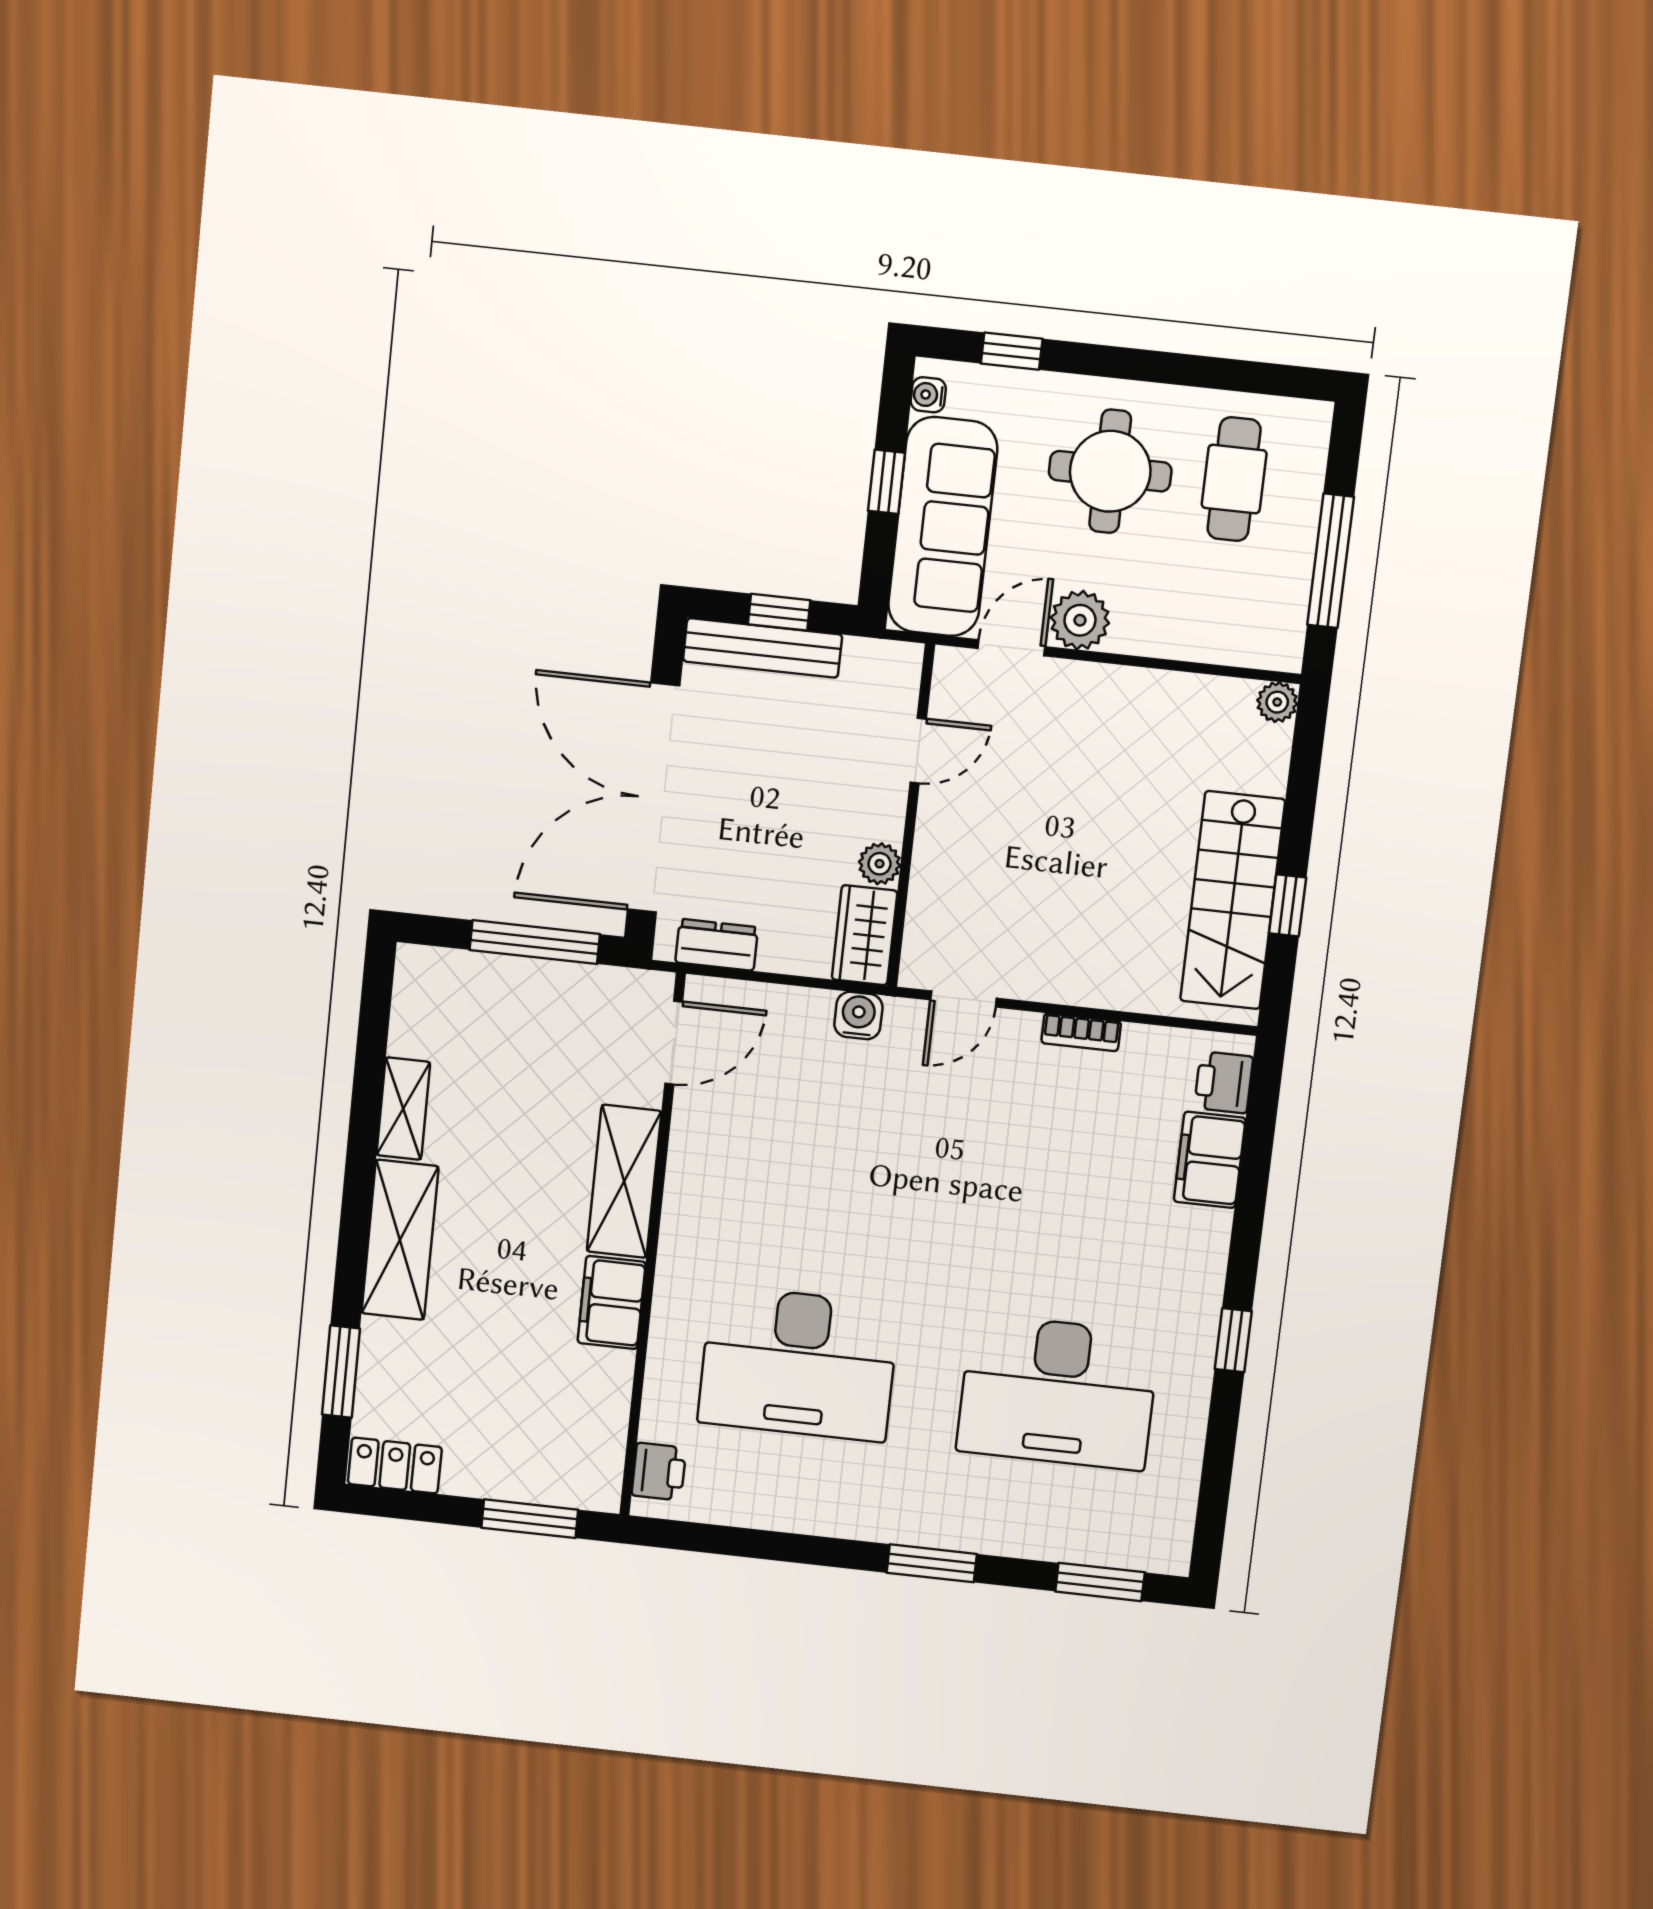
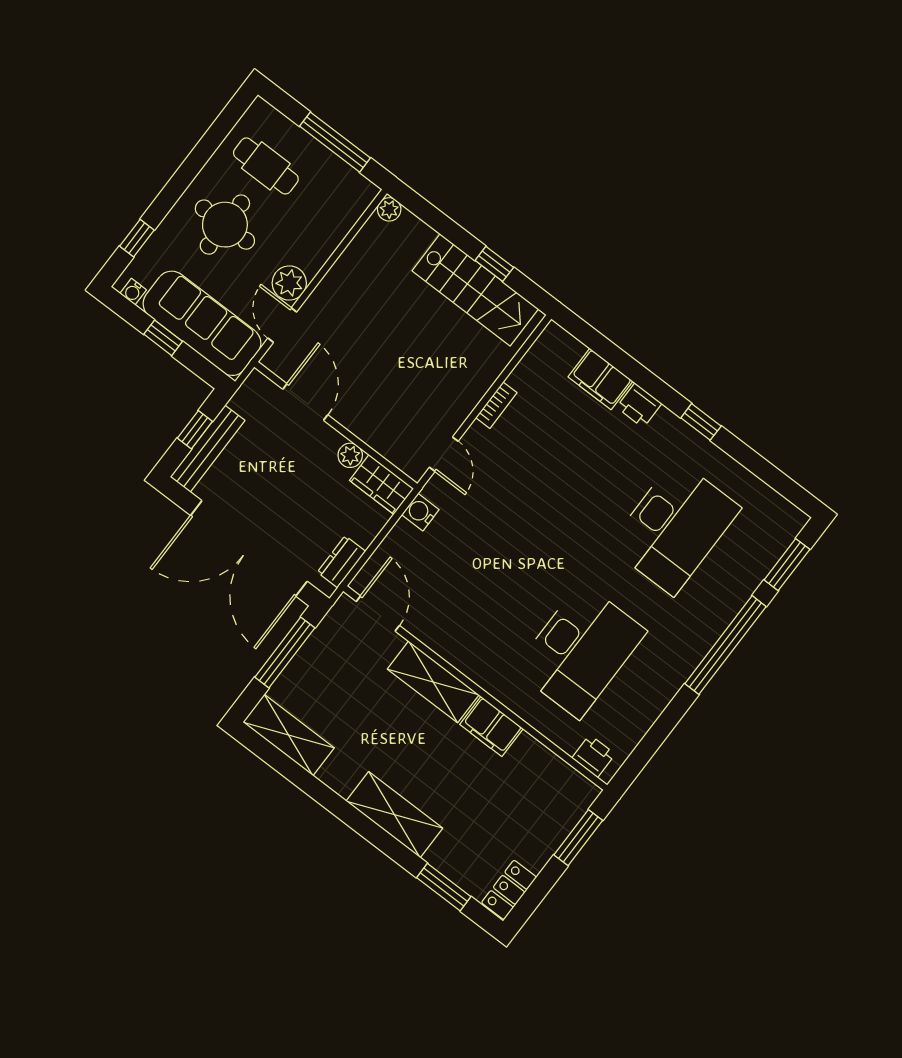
door: (918, 751) -> (305, 402), width x1.38
printer: (1224, 1082) -> (639, 405), moved
shelving: (403, 1109) -> (289, 735), moved, width x1.50, depth x1.33
window: (932, 1563) -> (725, 645), width x2.11

